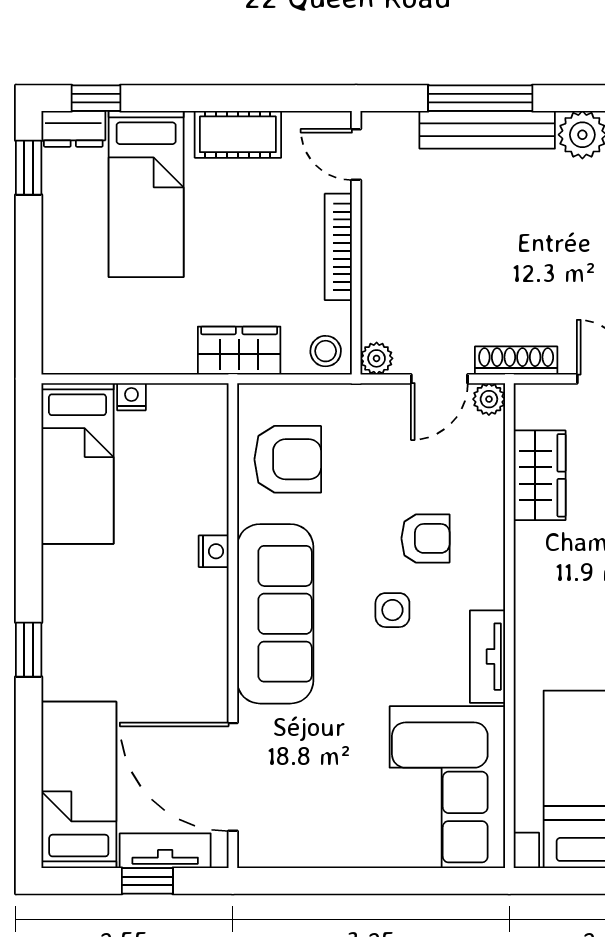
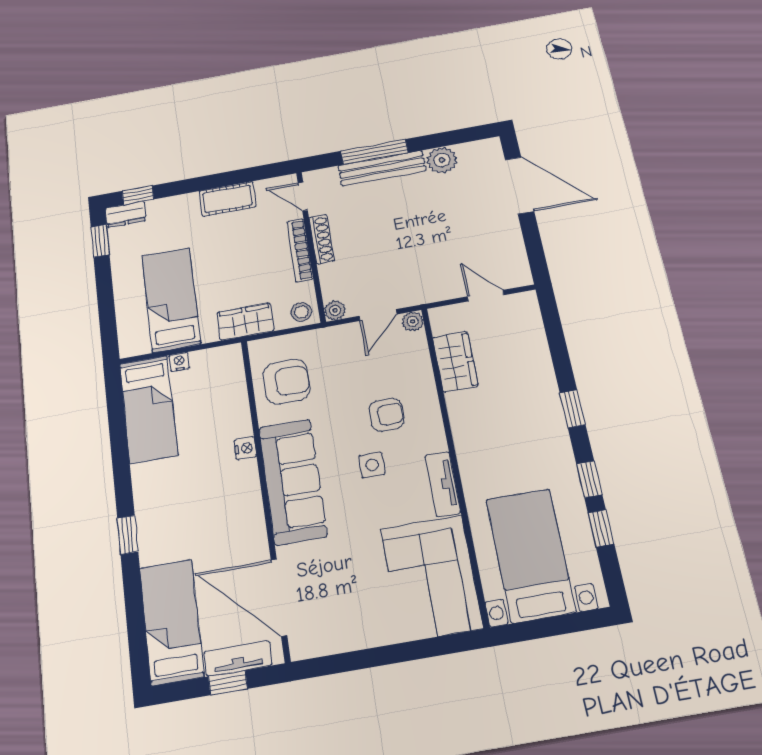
bed: (146, 194) -> (171, 300), moved, turned 180
shoe rack: (516, 361) -> (322, 239), moved, turned 90

